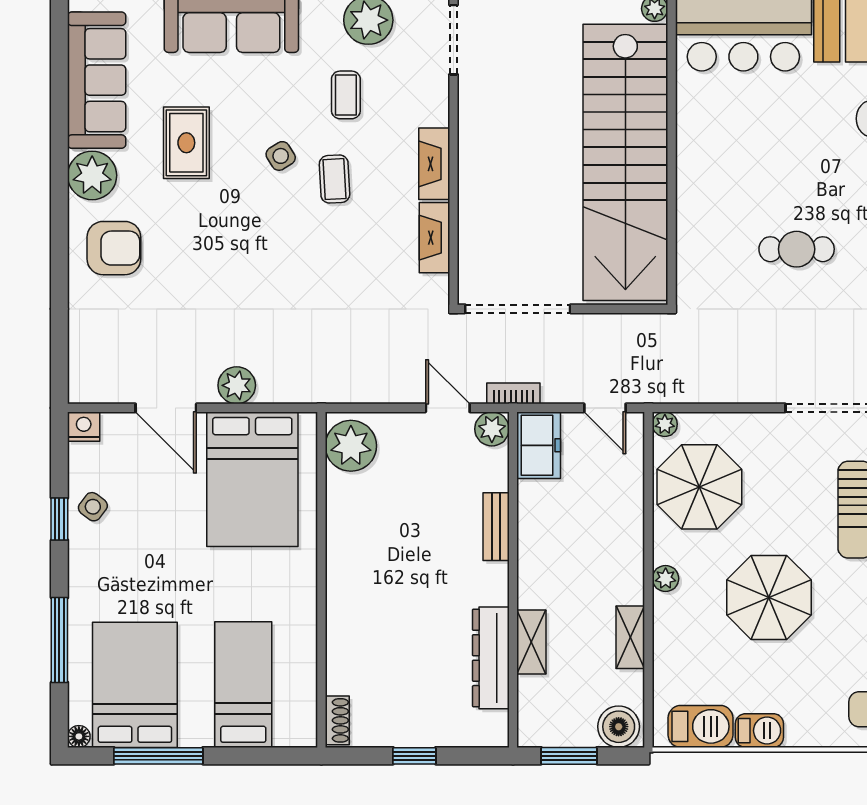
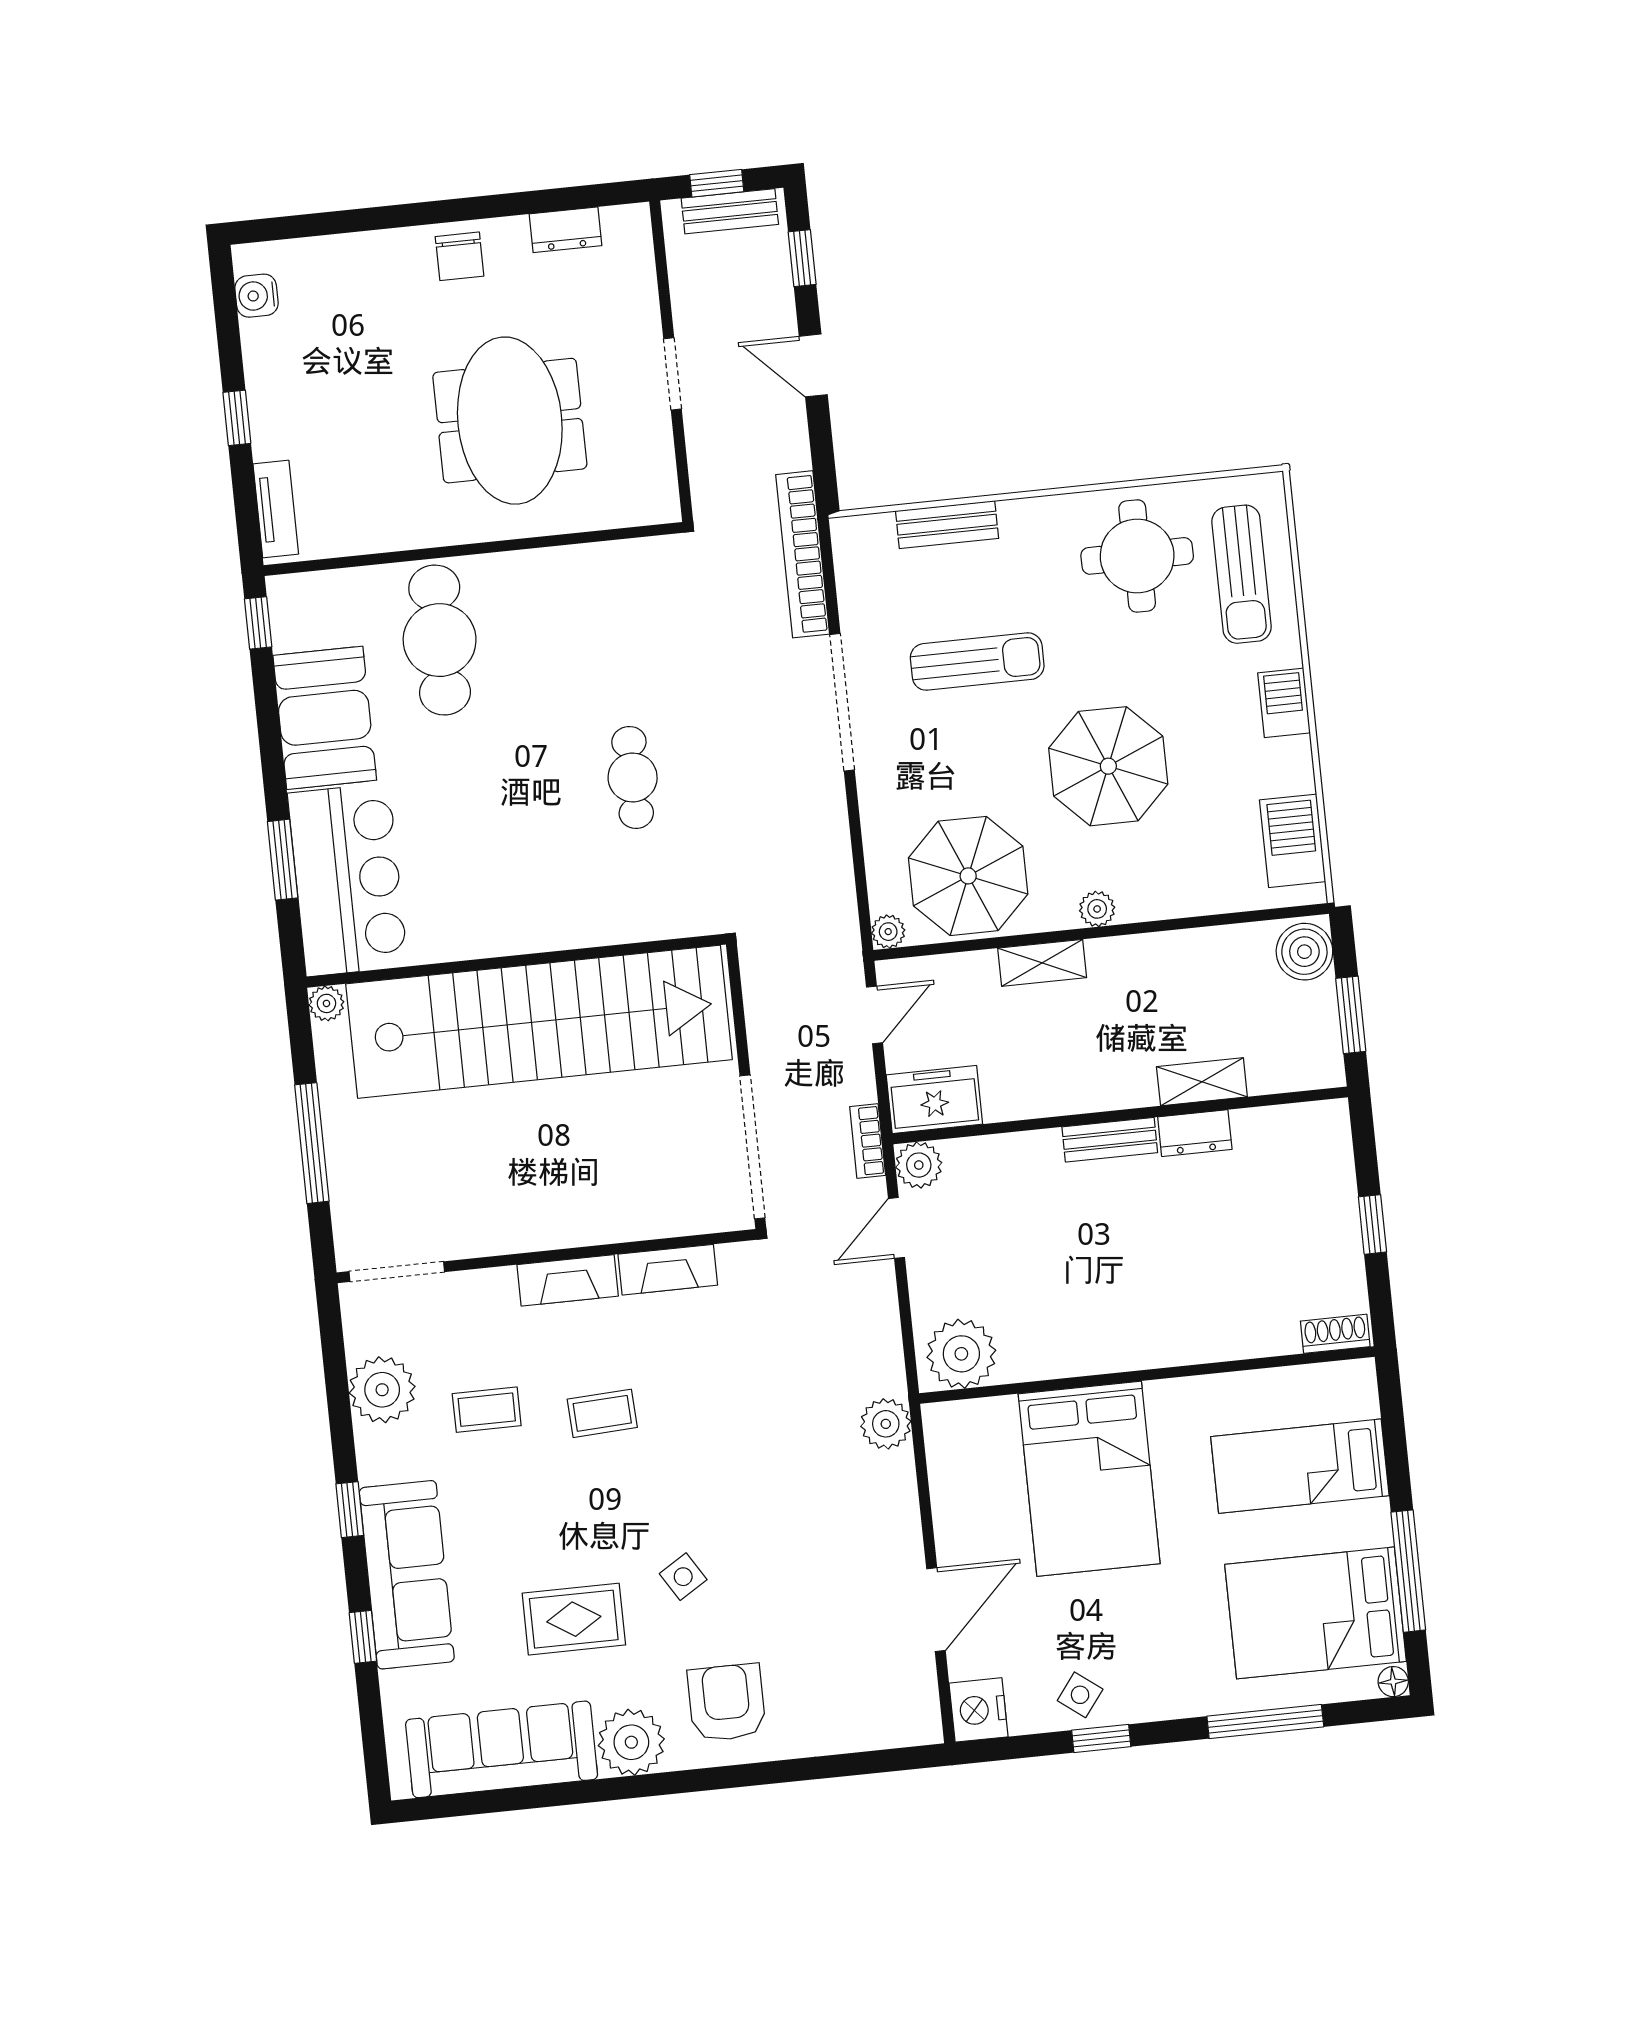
side table: (281, 156) -> (683, 1577), moved
plant: (237, 385) -> (886, 1424), moved
nightstand: (84, 427) -> (978, 1710), width x1.36, depth x1.33
bed: (252, 479) -> (1089, 1479), moved, turned 90
bench: (496, 527) -> (1110, 1140), moved
shelving: (630, 637) -> (1042, 963), moved
dresser: (491, 658) -> (1195, 1133), width x0.51, depth x0.80
barbecue: (759, 731) -> (1284, 703), moved

